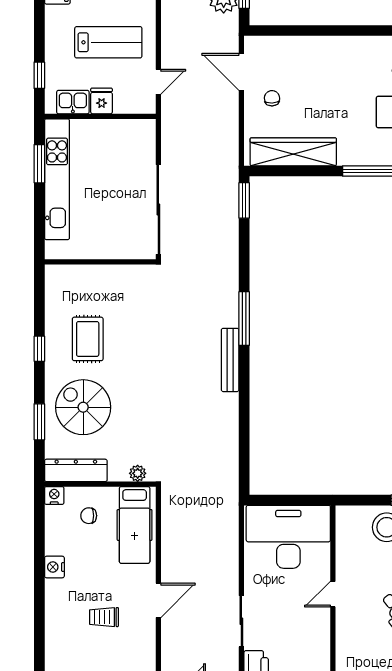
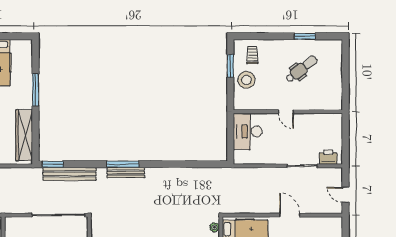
bench: (228, 228) -> (69, 174), added
bench: (230, 360) -> (126, 173), moved
desk: (288, 537) -> (248, 131), width x0.73, depth x0.77

